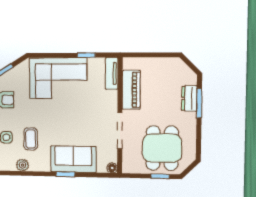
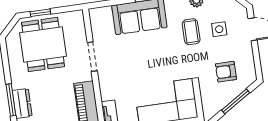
doorway: (120, 131) -> (92, 57), width x0.73
floor lamp: (112, 168) -> (94, 13), removed

